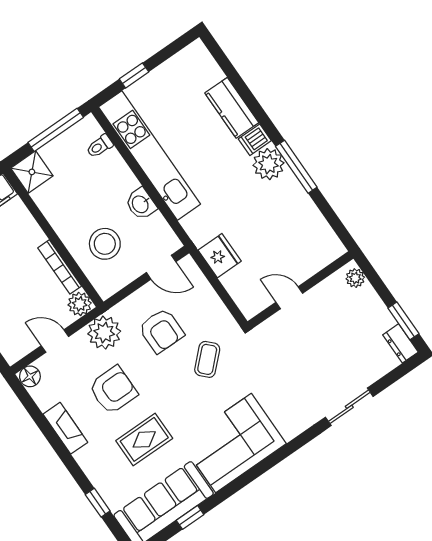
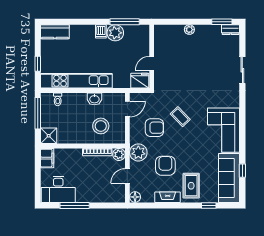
kitchen counter: (232, 108) -> (55, 32), moved
wall: (300, 290) -> (152, 56), moved
door: (289, 298) -> (152, 63), moved
rug: (144, 439) -> (191, 186), moved

